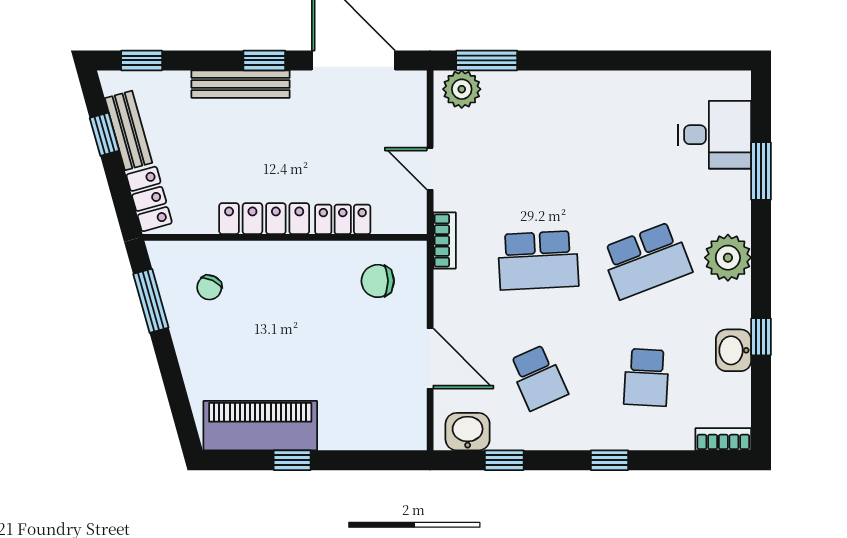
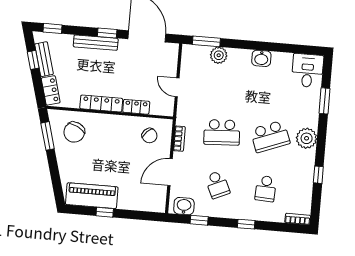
plant: (462, 89) -> (219, 55), moved
desk: (715, 135) -> (307, 71), moved, turned -90
bookcase: (445, 240) -> (179, 139), moved
chair: (378, 281) -> (150, 136), turned -136
chair: (209, 287) -> (74, 132), width x1.87, depth x1.87
washbasin: (733, 350) -> (261, 58), moved, turned -90
door: (430, 358) -> (170, 172), swing flipped

